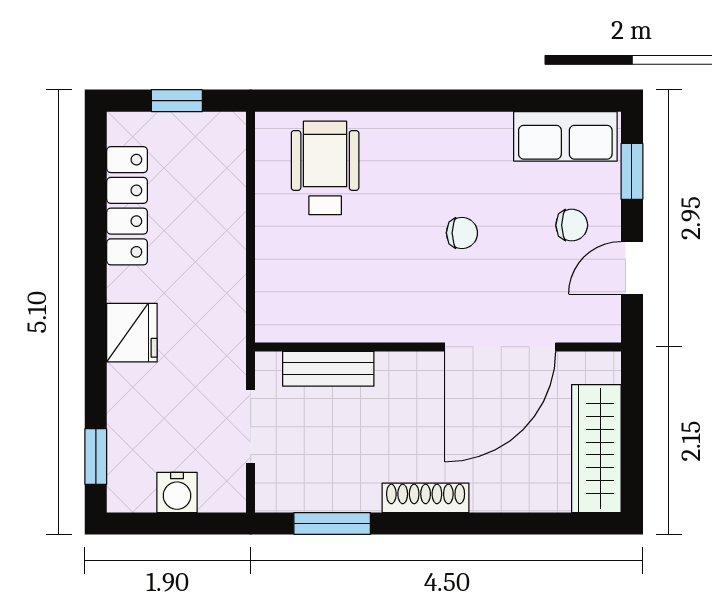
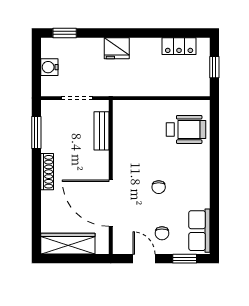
locker: (127, 206) -> (179, 46), width x0.66

